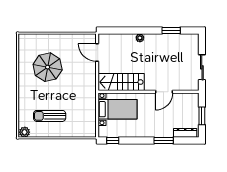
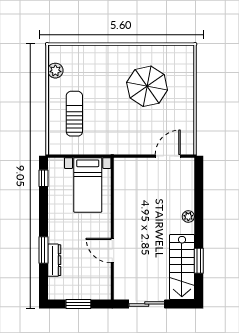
stairs: (121, 82) -> (182, 267), moved, turned 180
sun lounger: (50, 116) -> (74, 114), moved
plant: (25, 132) -> (55, 71), moved
dresser: (185, 133) -> (54, 260), moved

